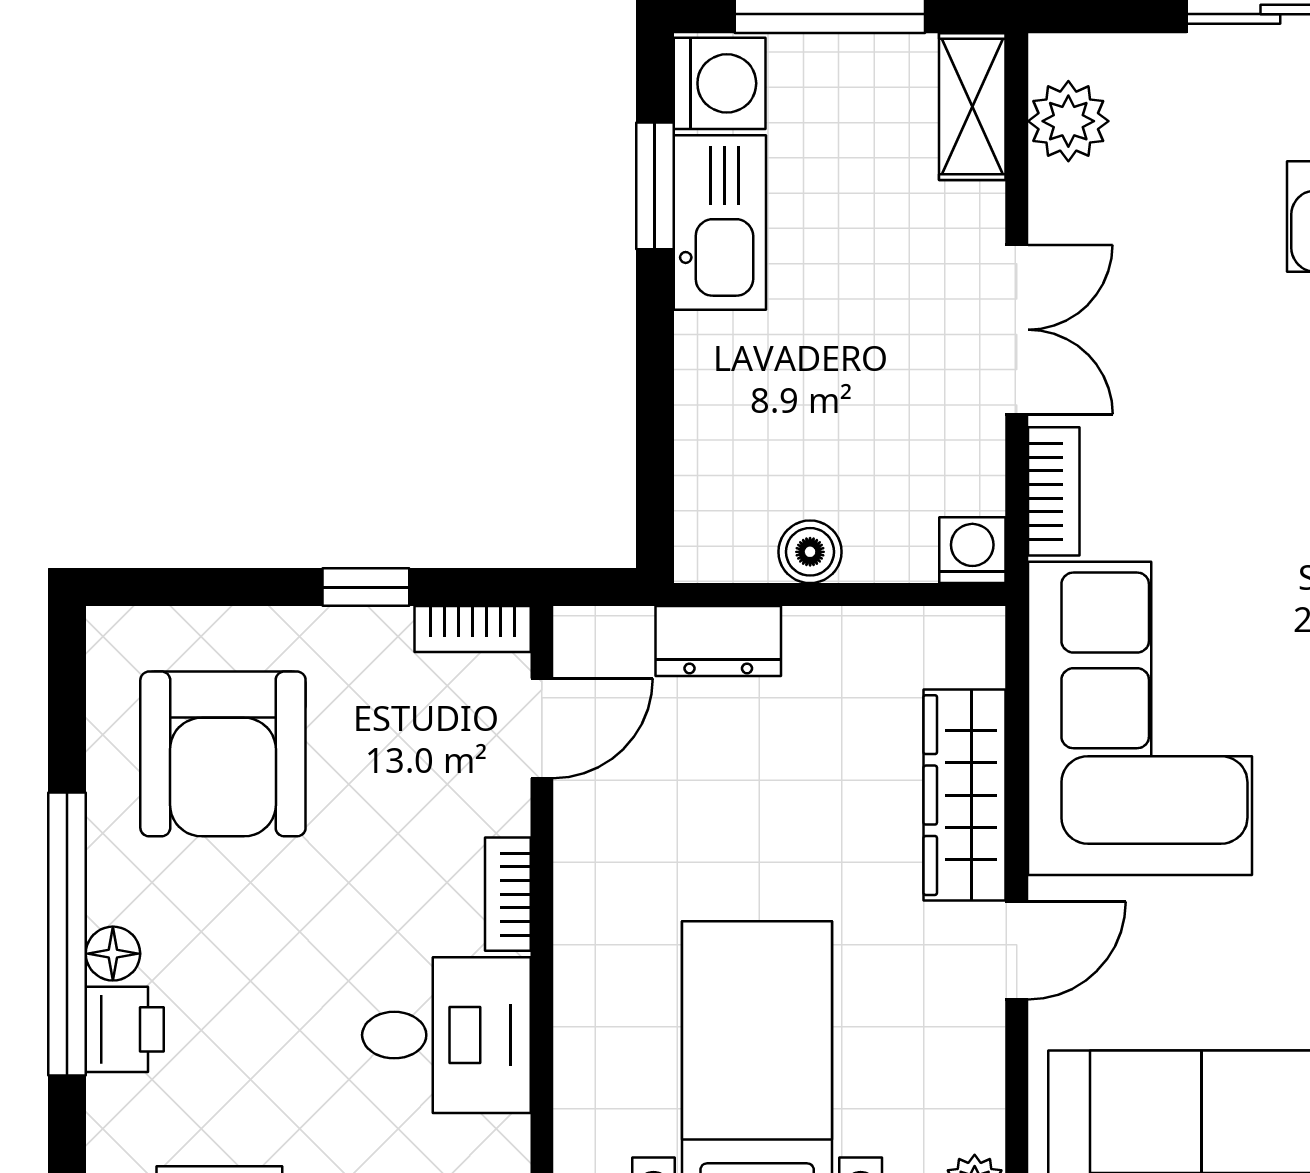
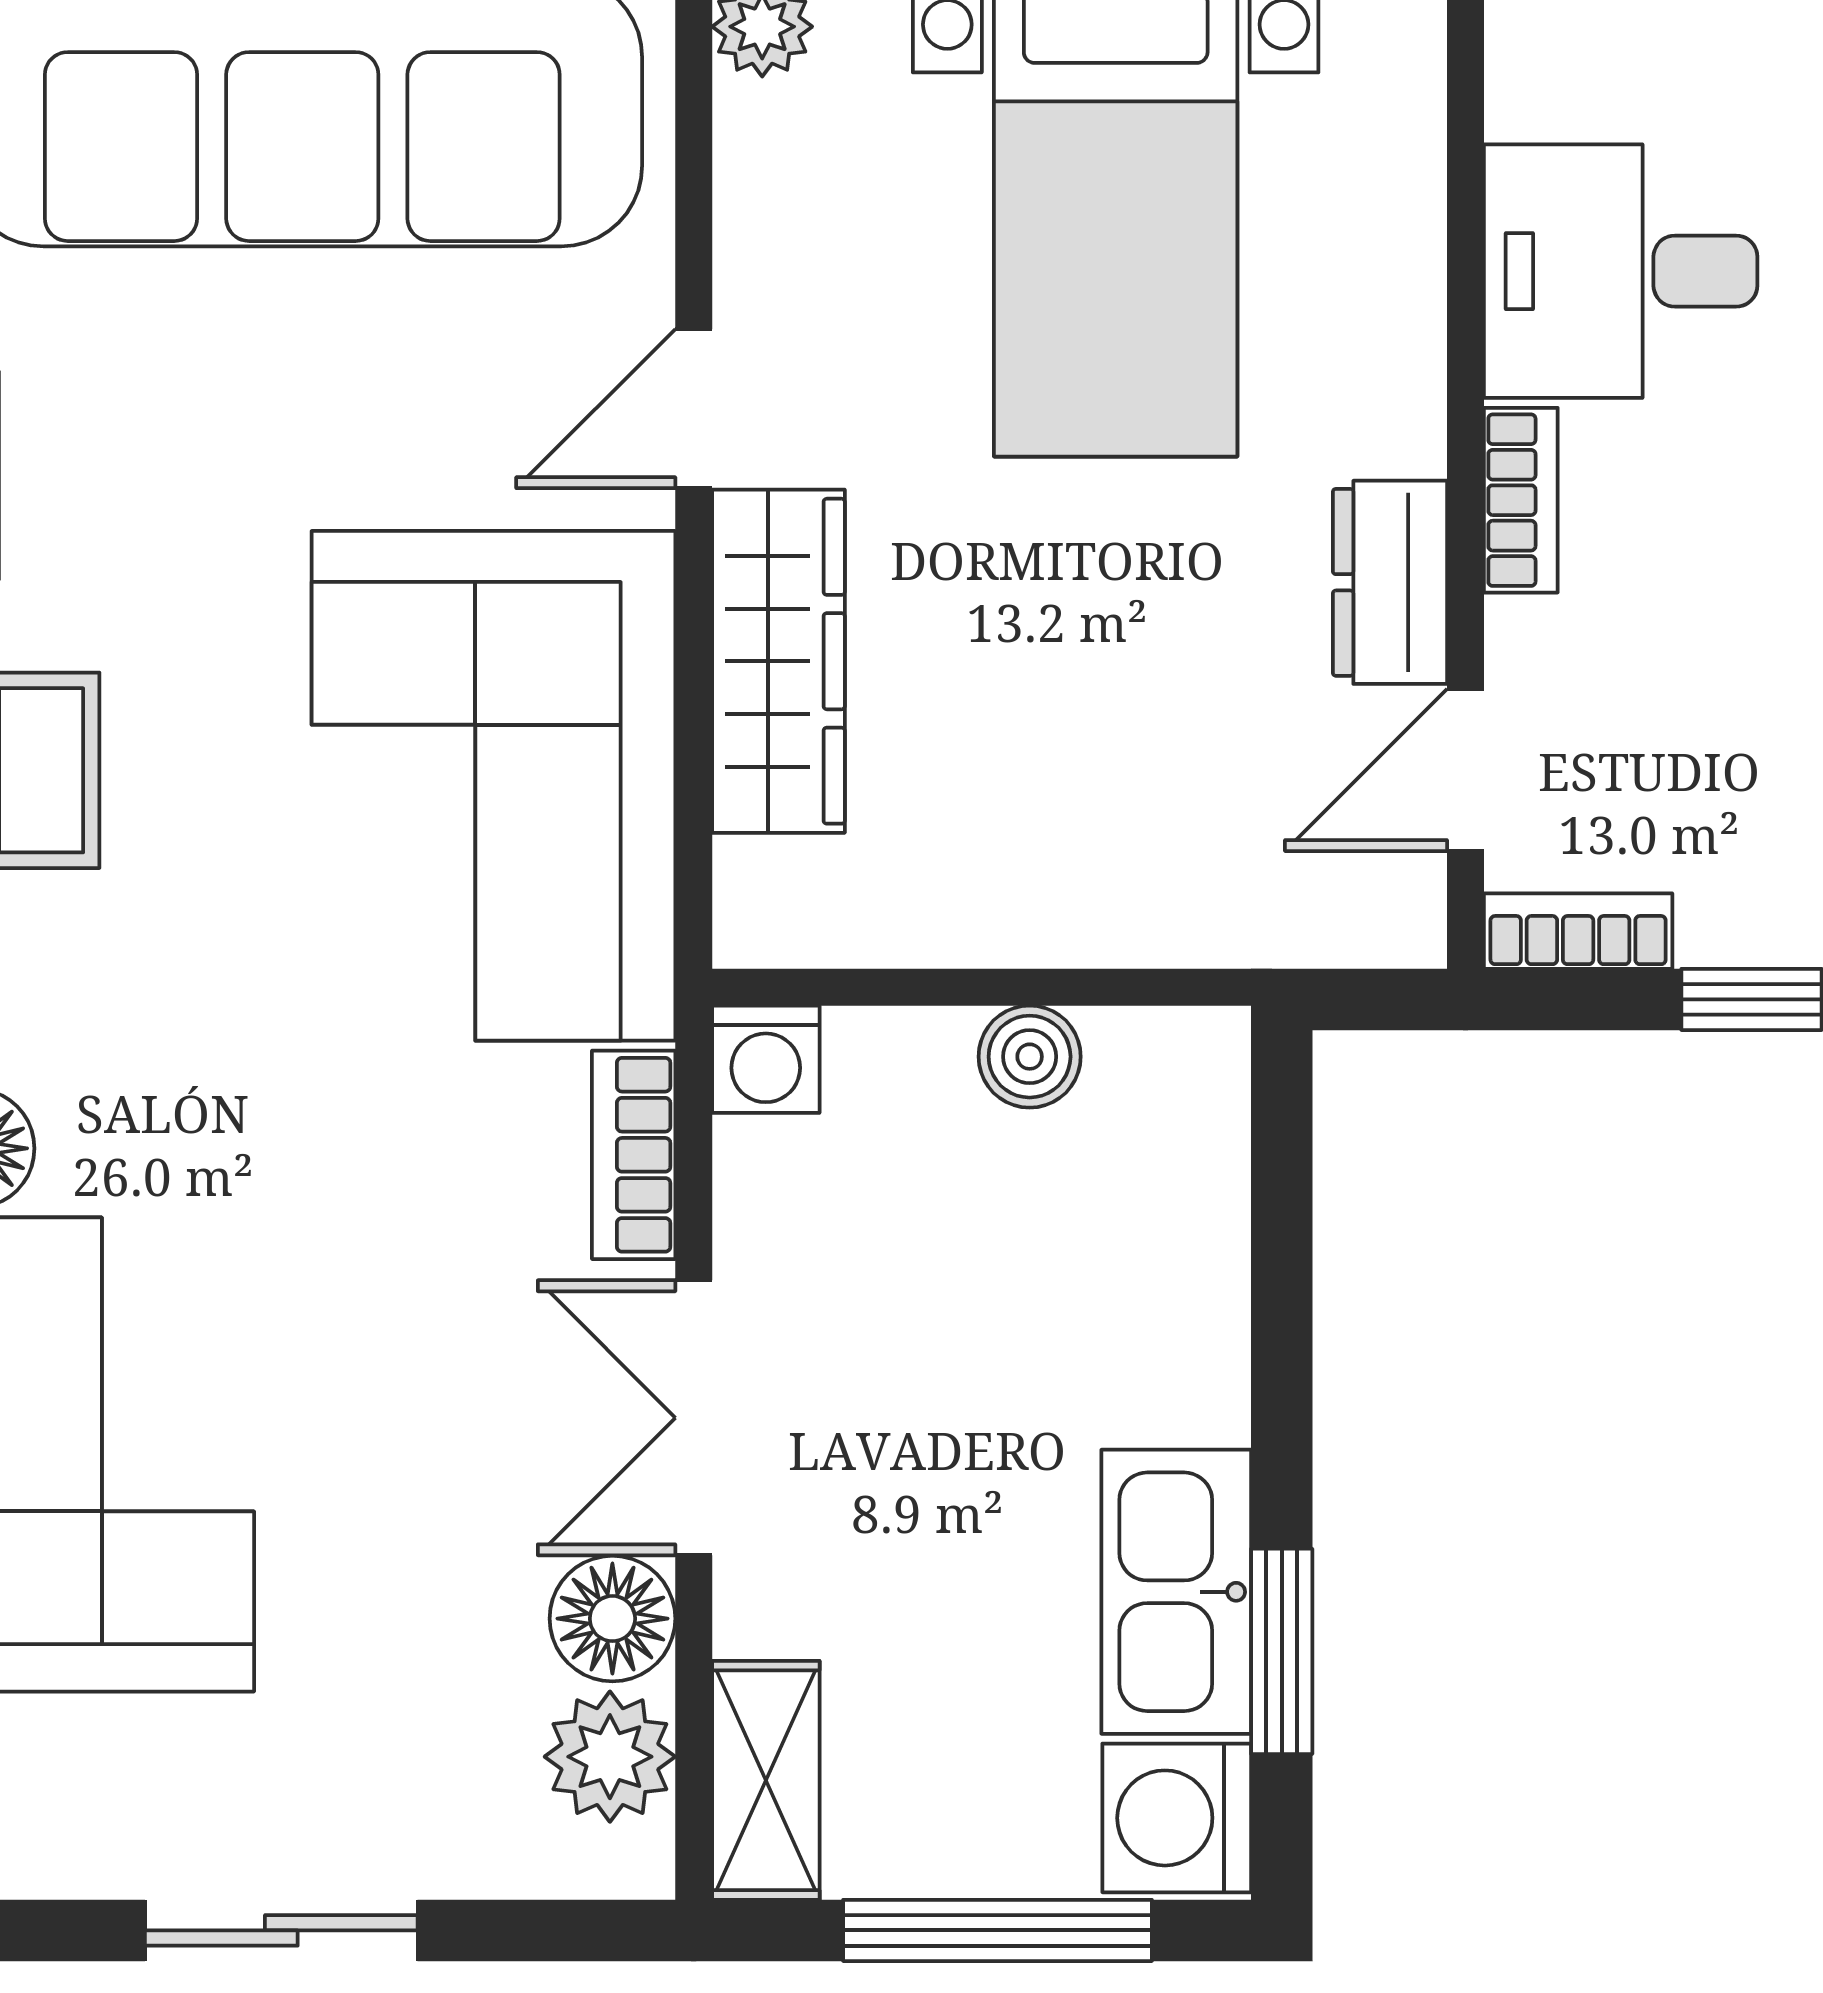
floor lamp: (1067, 206) -> (612, 1619), added
dresser: (718, 641) -> (1390, 582), moved, turned -90

